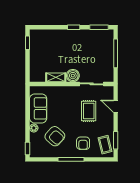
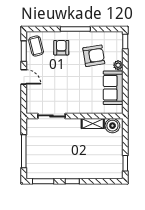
boiler: (73, 76) -> (112, 126), moved
door: (116, 106) -> (24, 77), moved
rug: (89, 111) -> (55, 85), removed
armchair: (55, 136) -> (94, 56), turned 129

